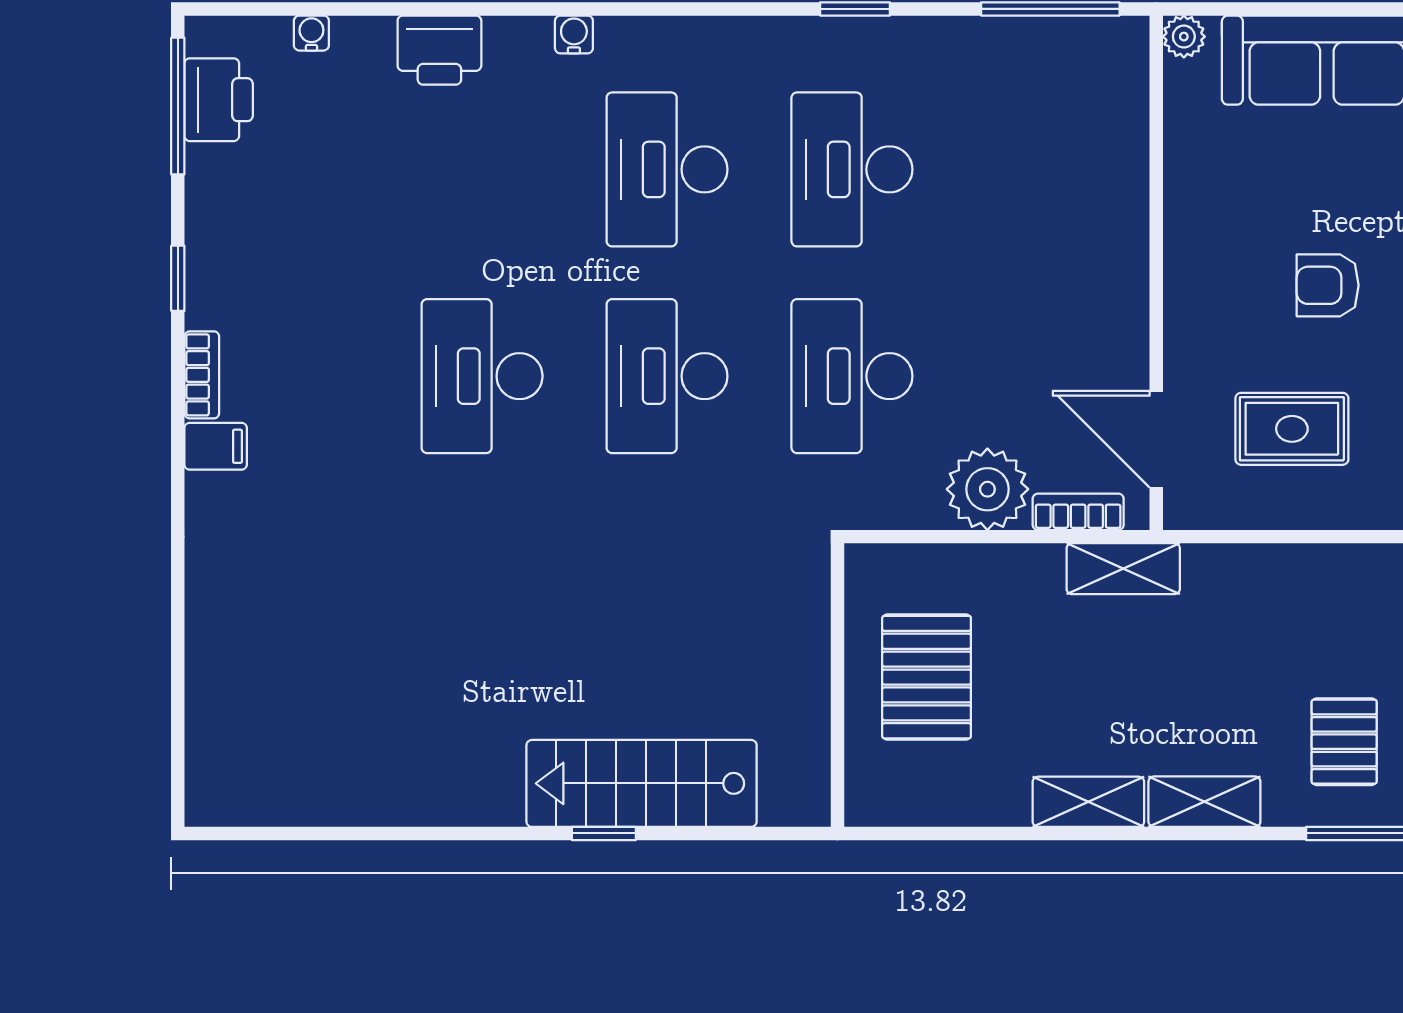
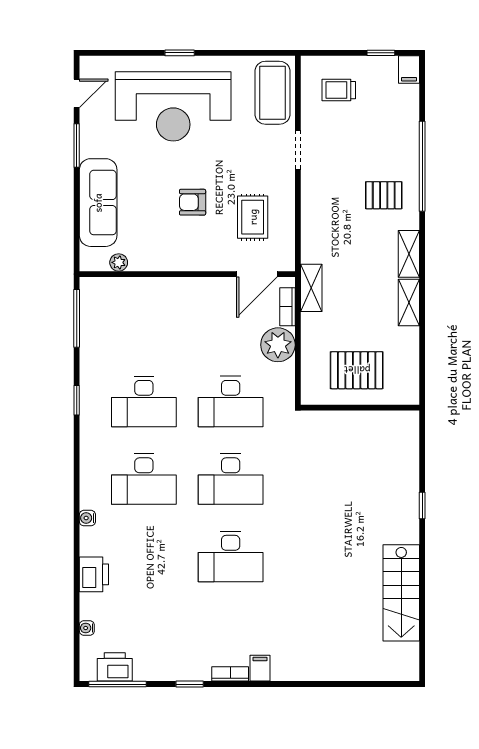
plant: (1184, 37) -> (119, 262), moved
armchair: (1328, 285) -> (193, 202), turned 90
stairs: (642, 783) -> (401, 593), moved

